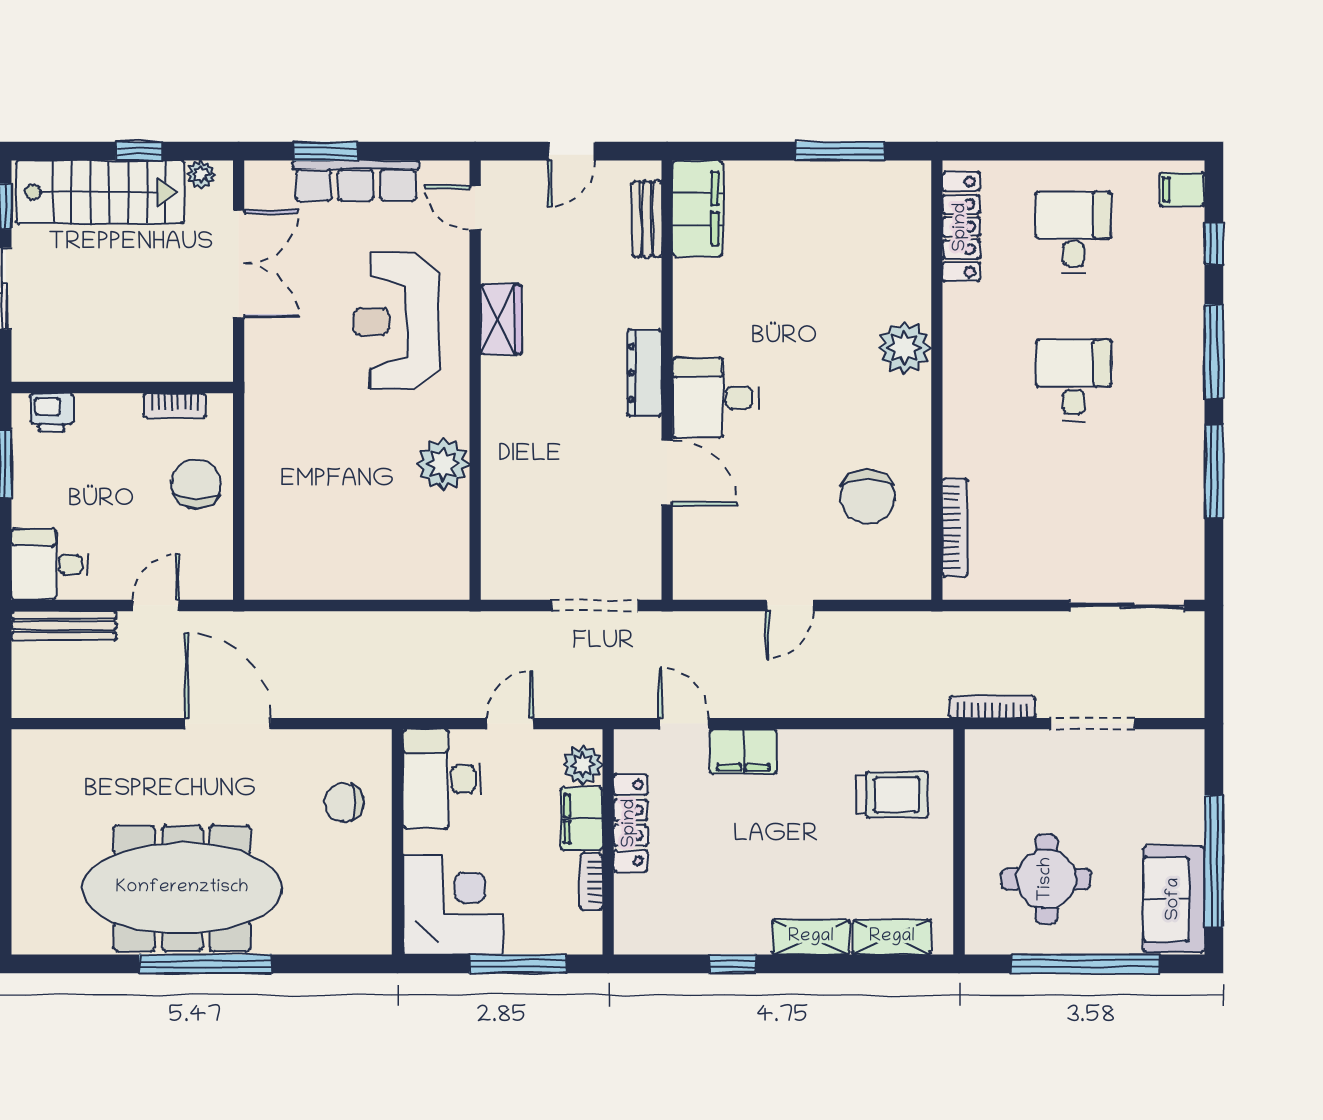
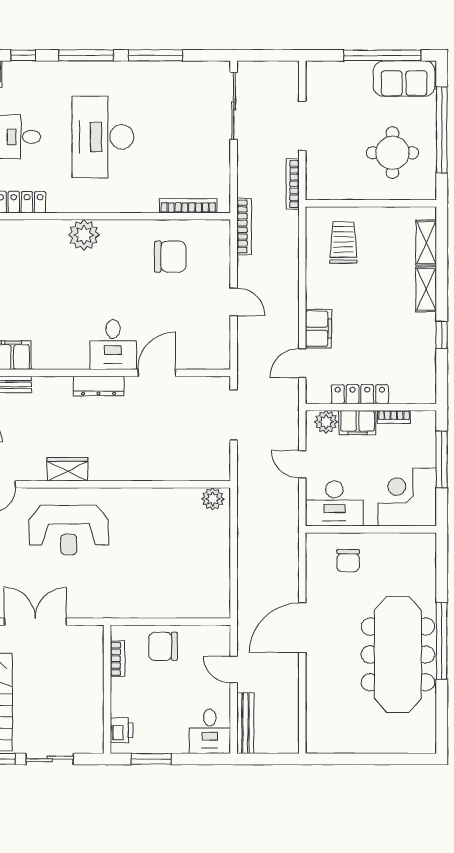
desk: (1074, 380) -> (103, 137), width x1.87, depth x1.30
plant: (443, 464) -> (213, 499), moved, width x0.73, depth x0.73
bookcase: (919, 624) -> (244, 226), added

